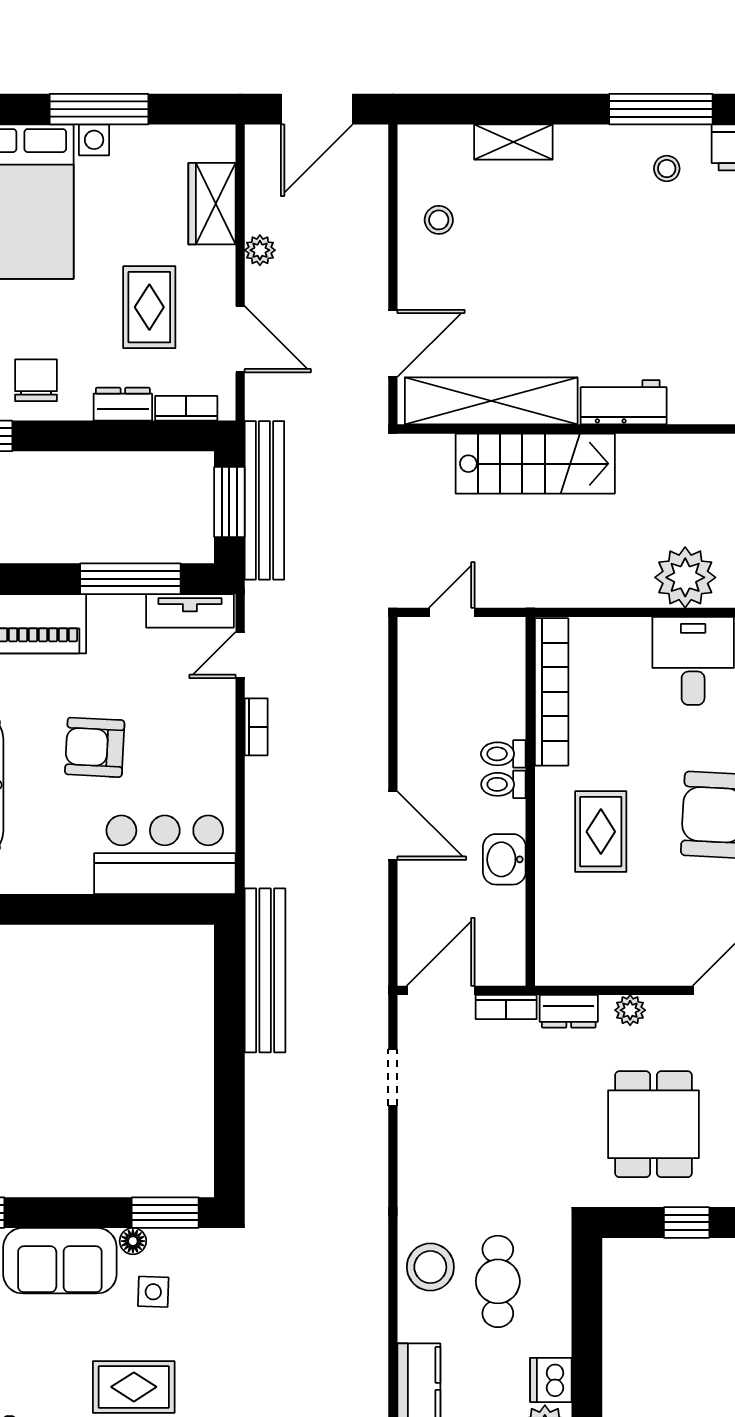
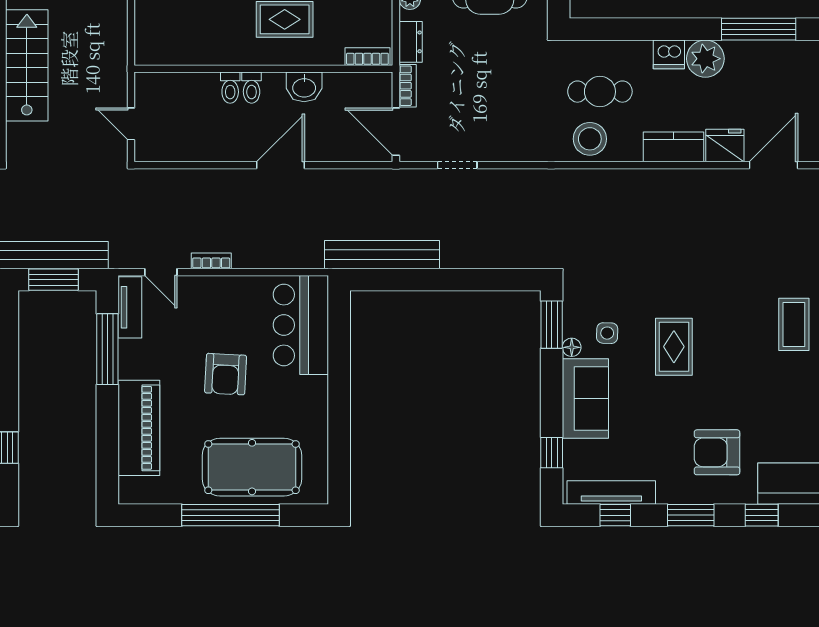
bookcase: (552, 692) -> (367, 57), moved, width x0.43, depth x0.76

